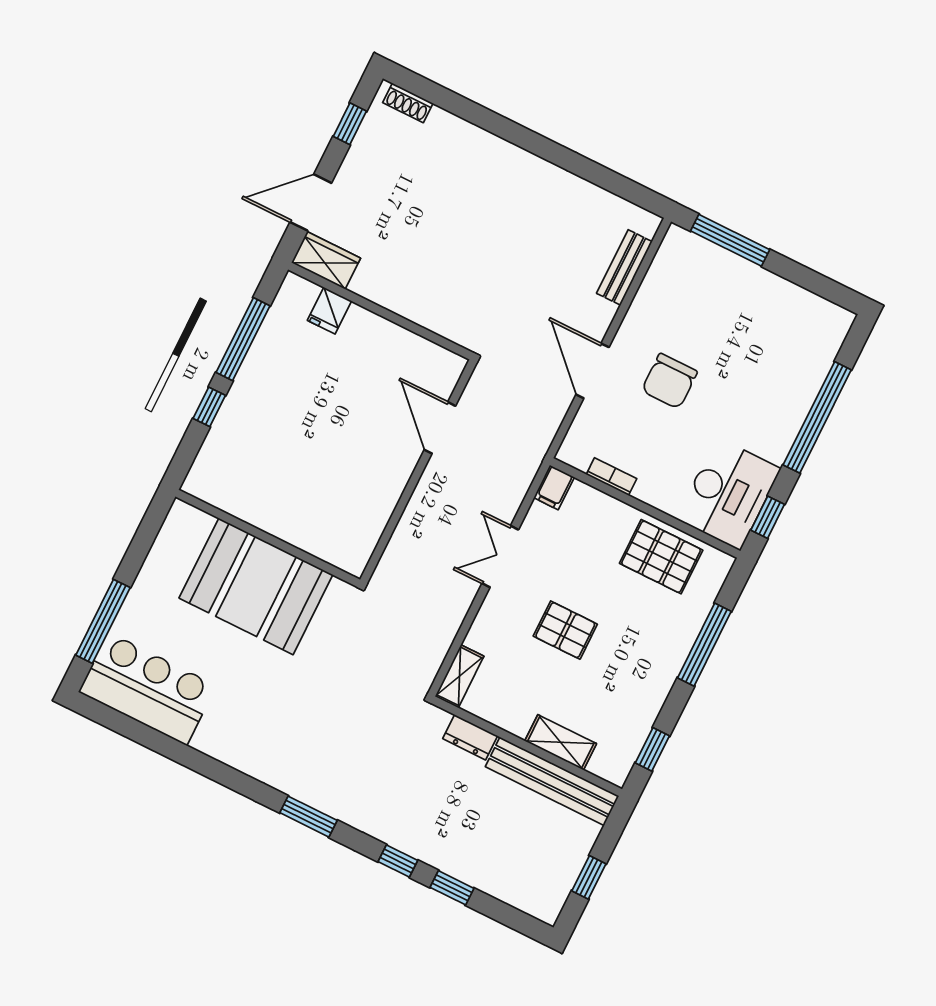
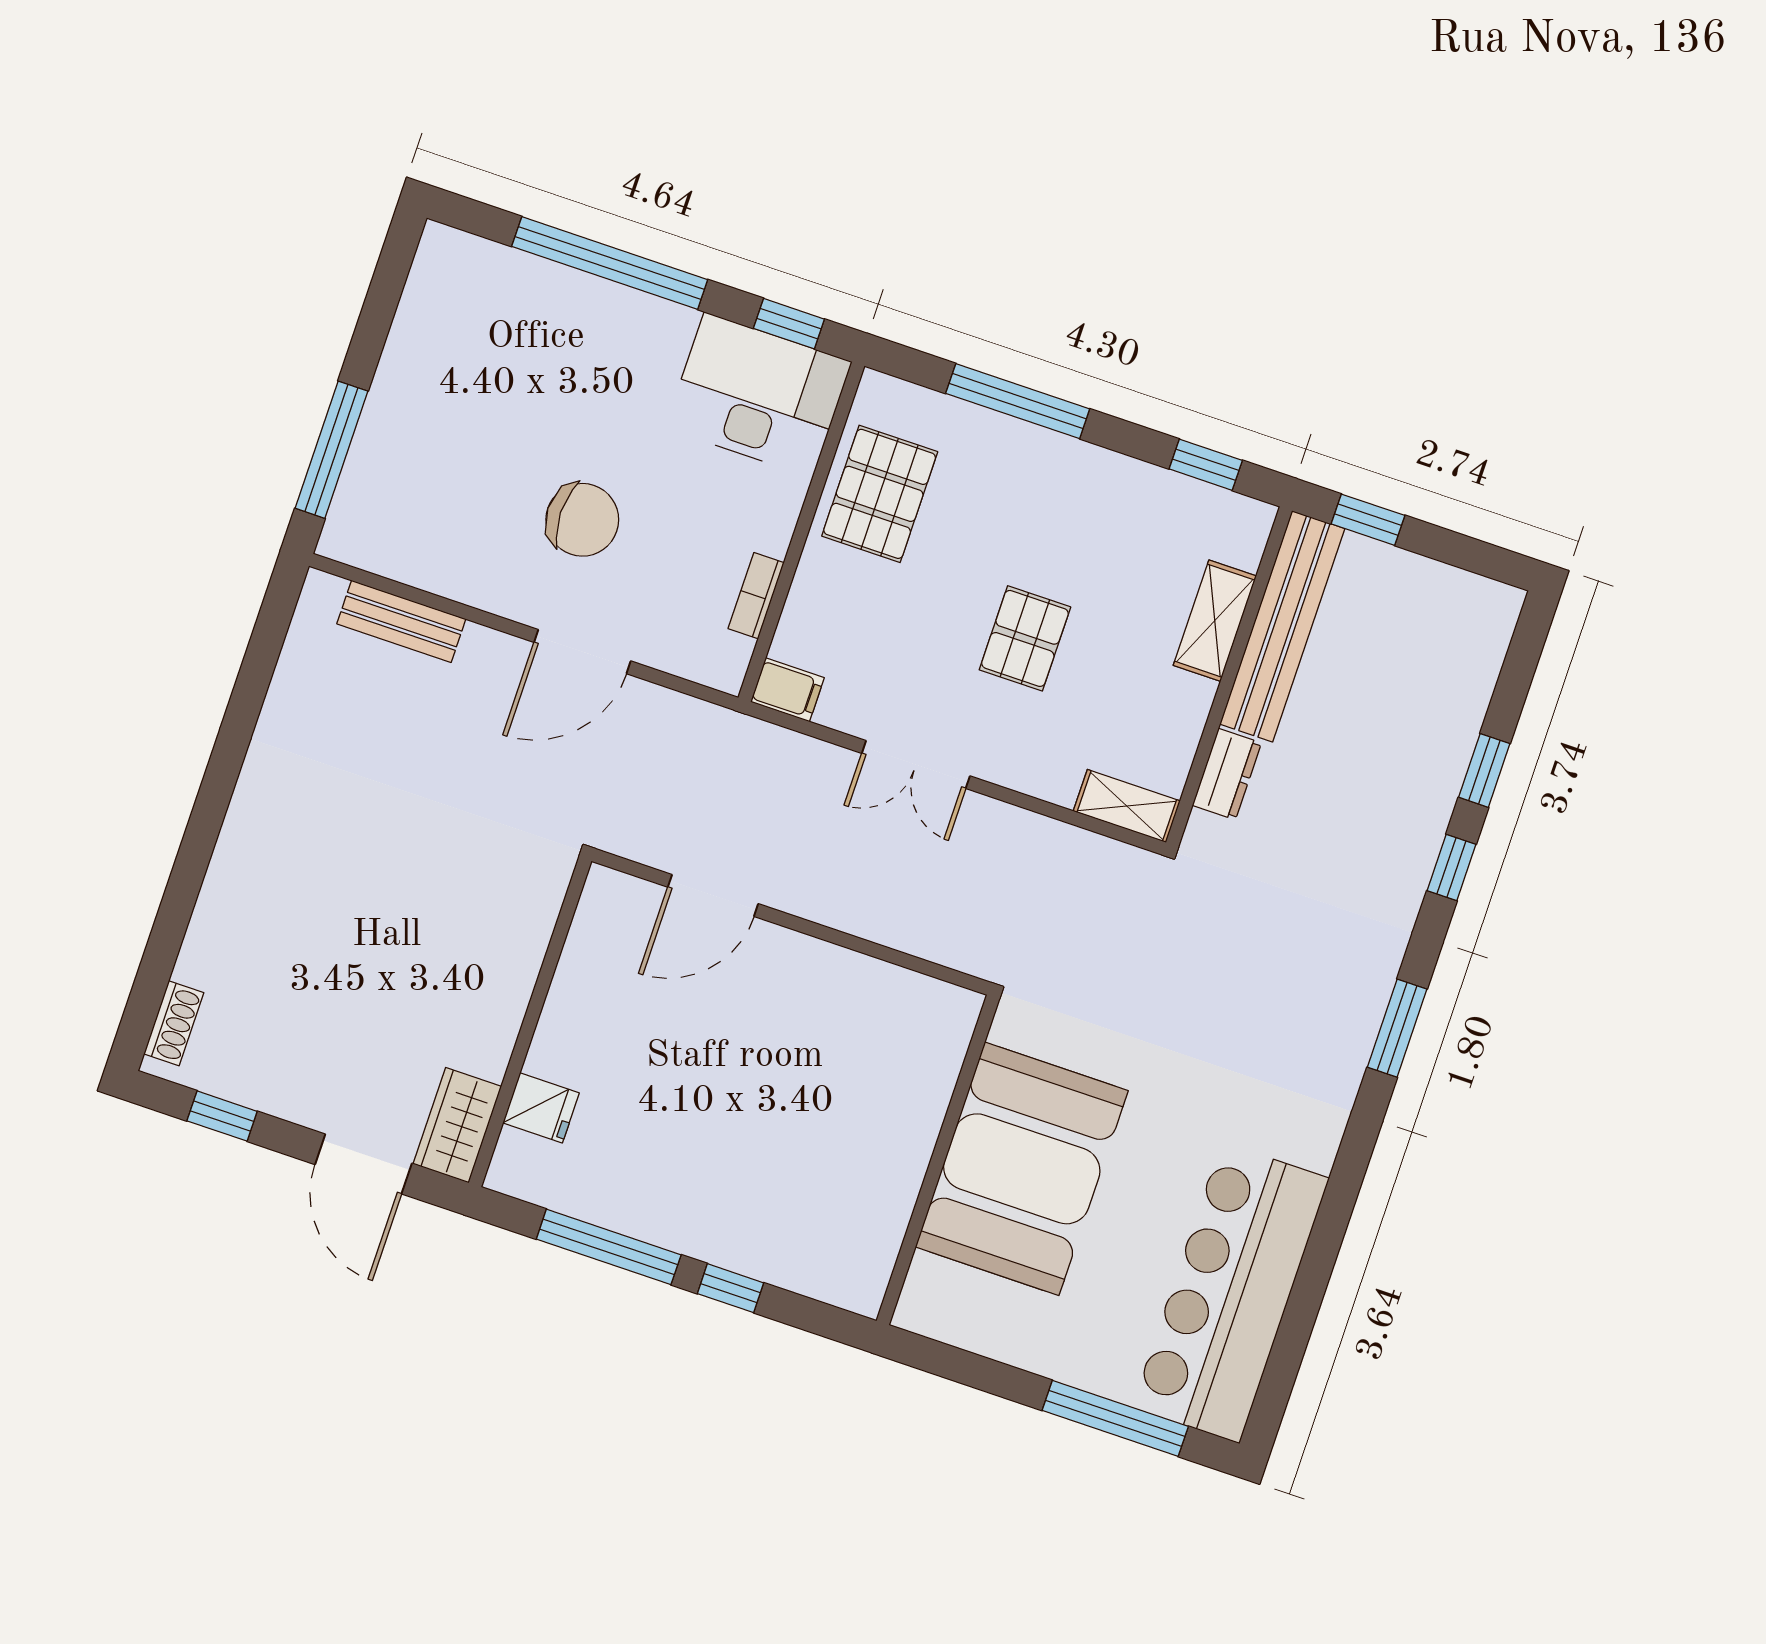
bar counter: (147, 689) -> (1231, 1293), width x1.36
window: (589, 877) -> (1368, 520), moved

